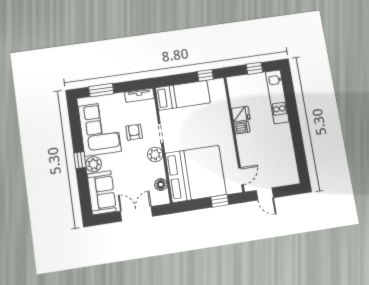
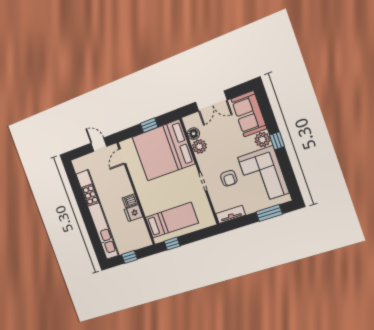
bed: (183, 95) -> (172, 220), moved, turned 180
kitchen unit: (277, 97) -> (98, 215), width x1.86
plant: (155, 154) -> (199, 146), moved
window: (220, 201) -> (149, 125), moved

